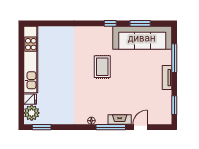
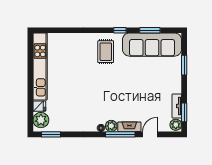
window: (174, 58) -> (184, 65), width x0.69
rug: (102, 67) -> (106, 52), moved
tv unit: (167, 78) -> (177, 106), moved
plant: (166, 118) -> (176, 125), added
plant: (102, 119) -> (111, 126), added

